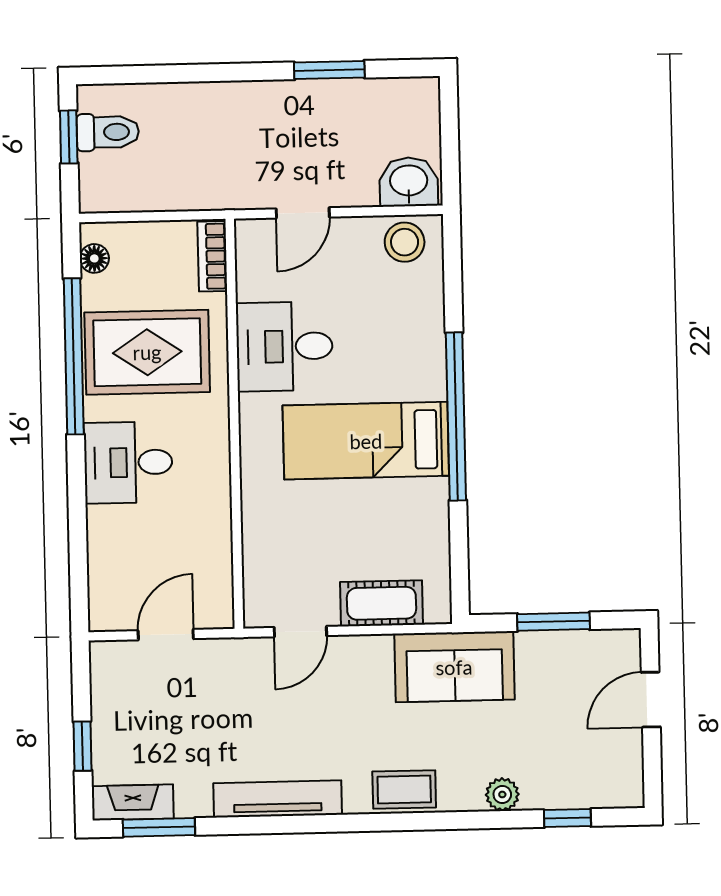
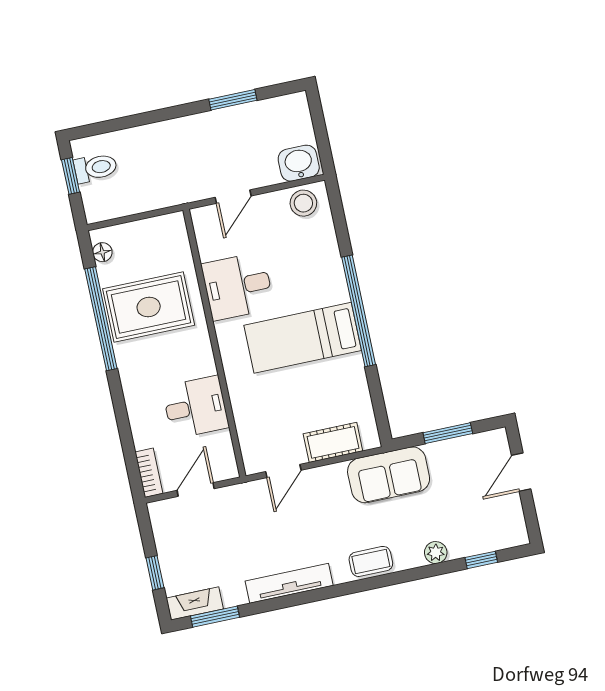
bookcase: (212, 256) -> (149, 473), moved, turned 180
desk: (128, 462) -> (195, 407), moved, turned 180

